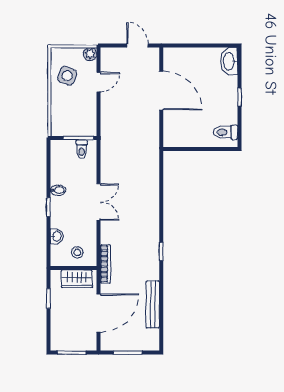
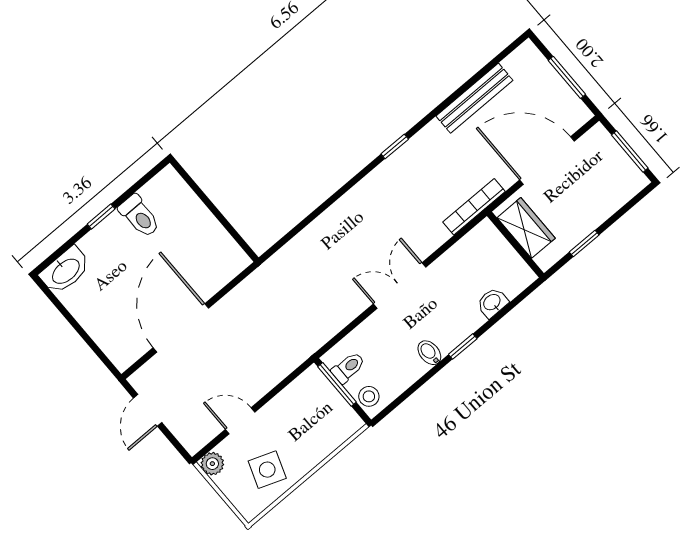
toilet: (226, 132) -> (139, 216), moved
stool: (77, 252) -> (369, 396), moved

